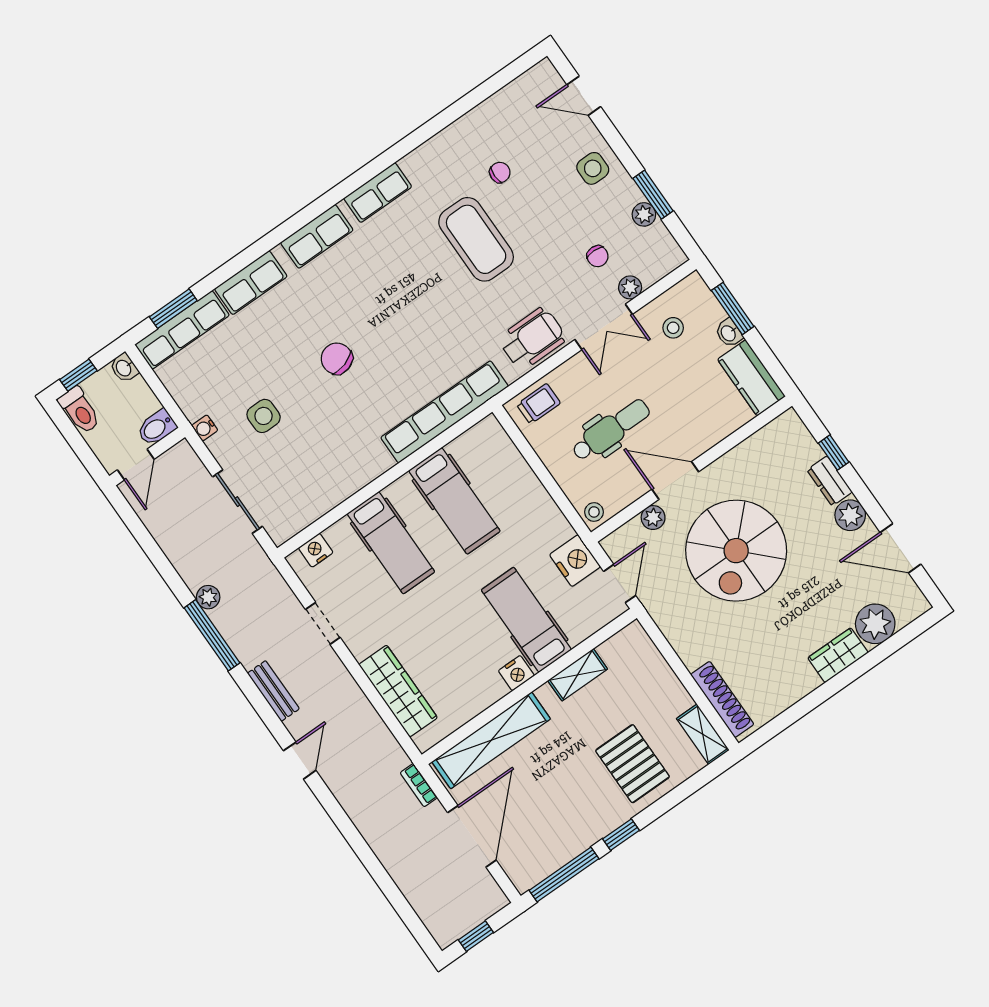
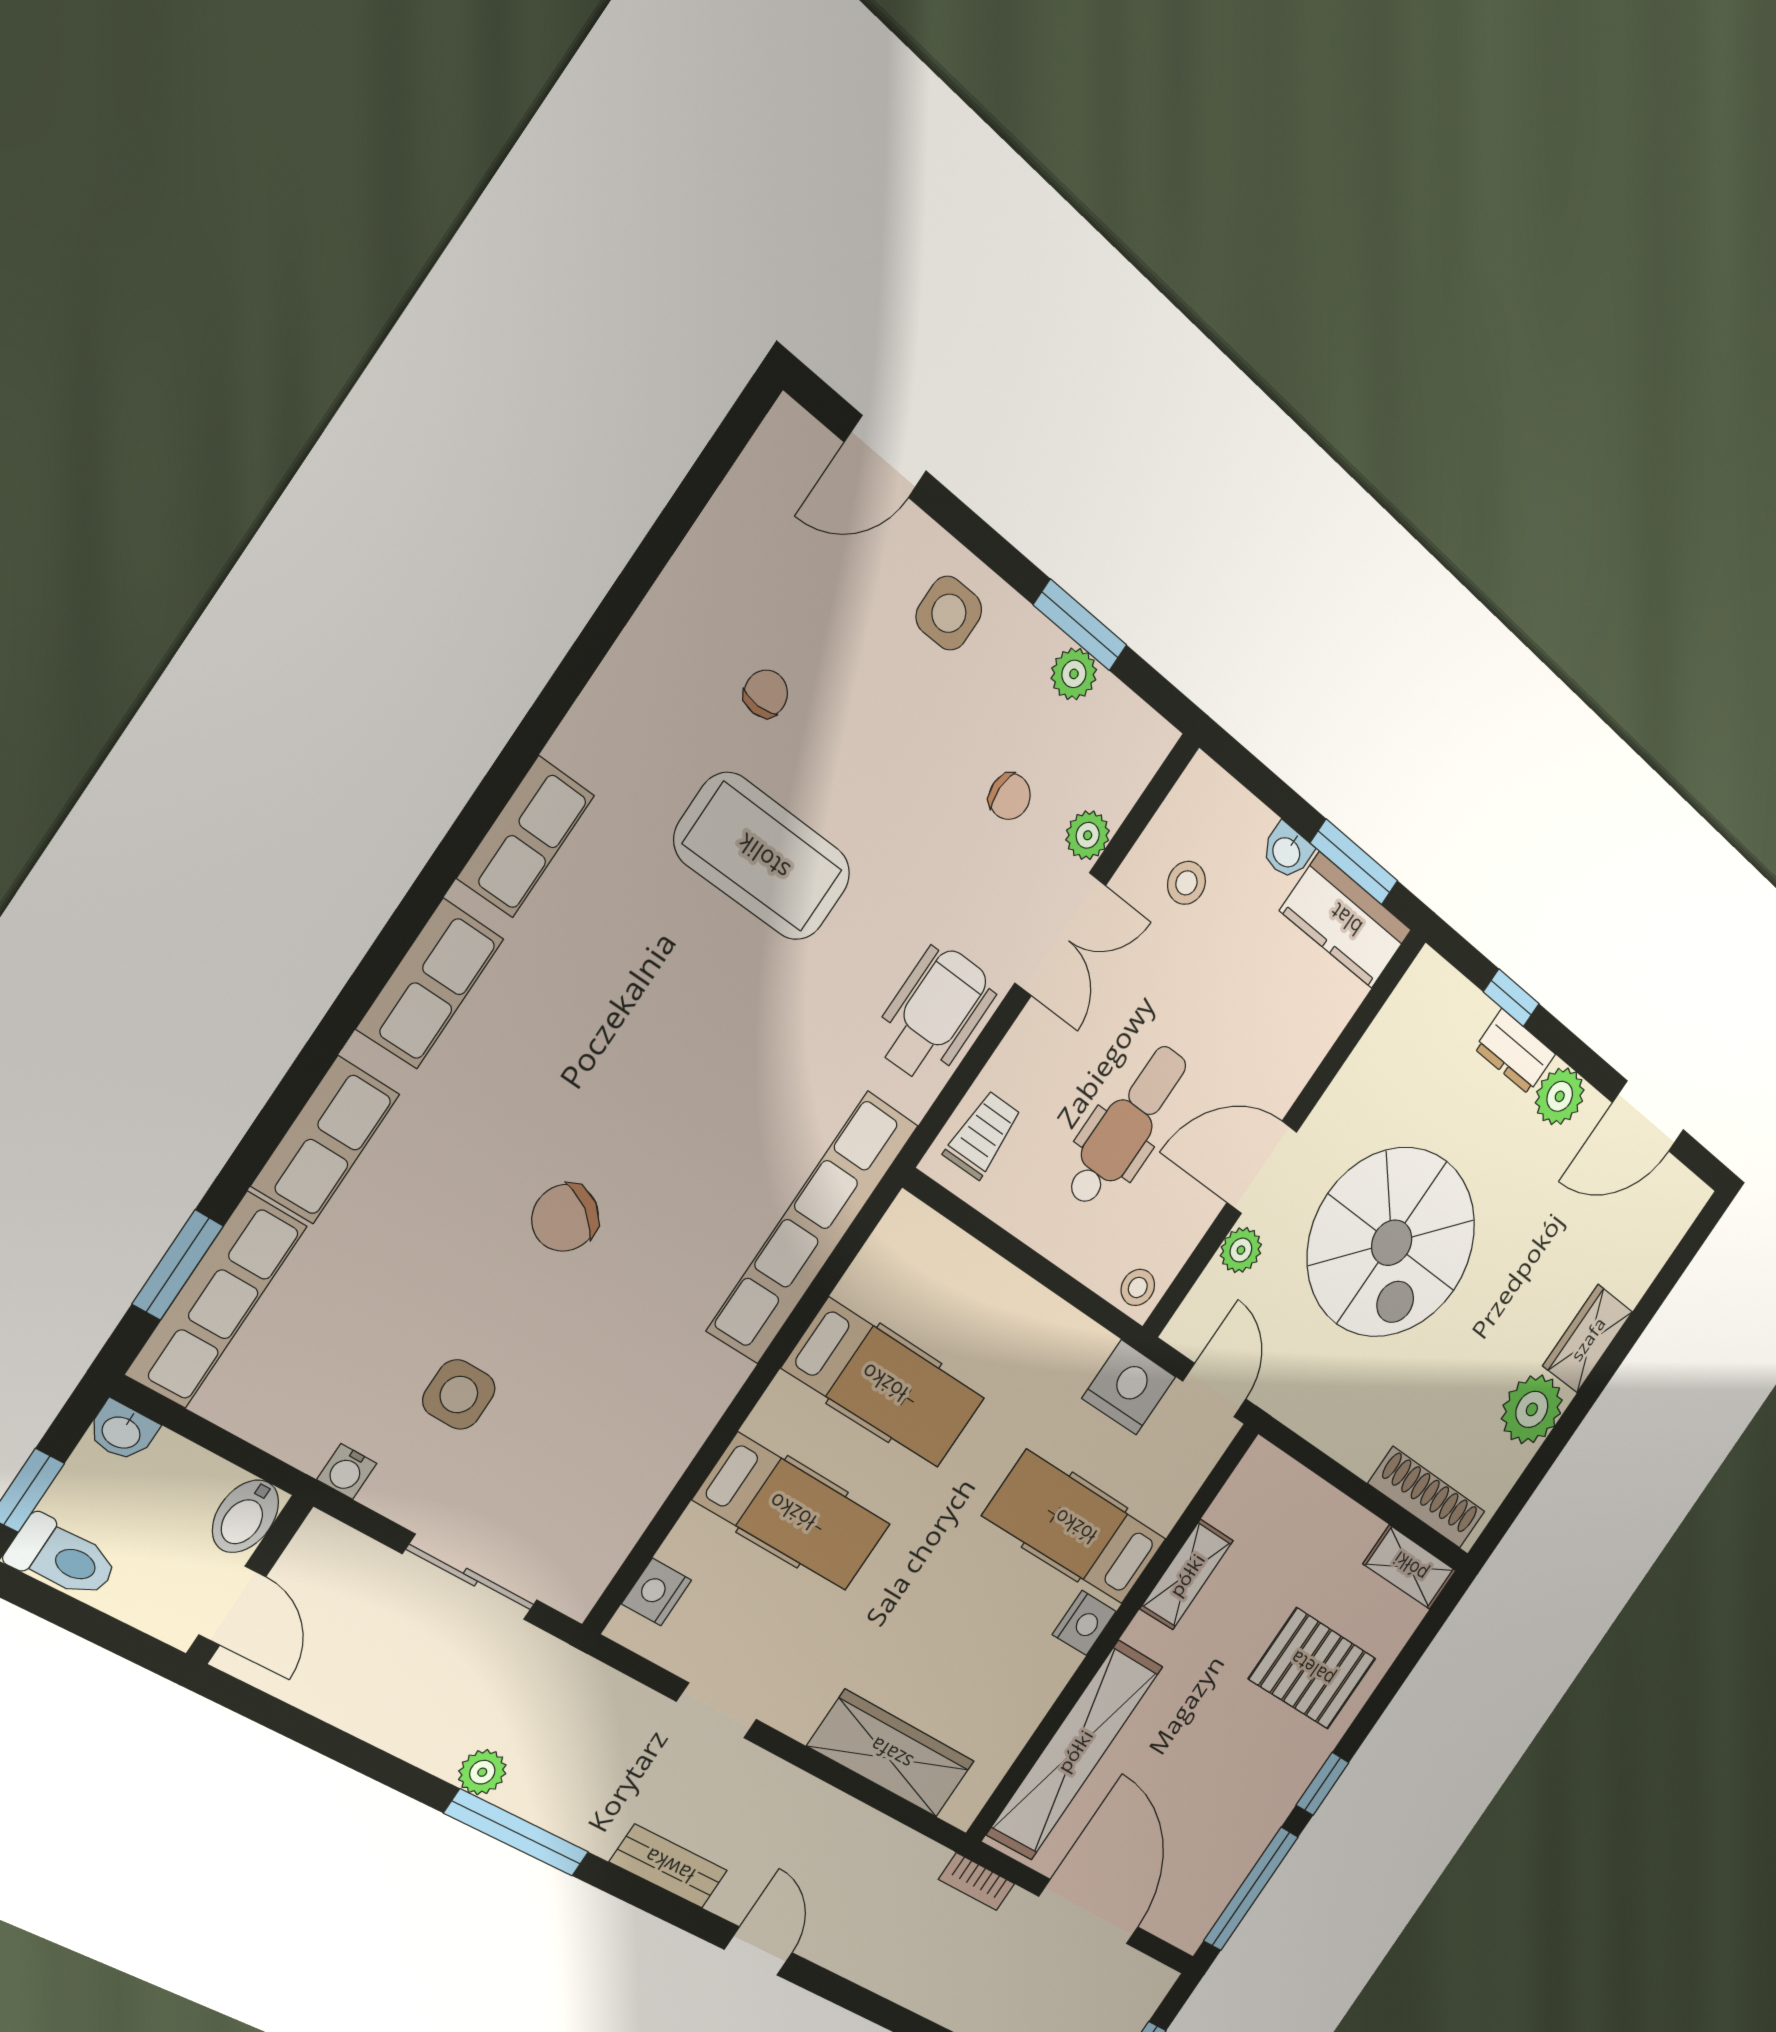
window: (733, 308) -> (1354, 862), moved
chair: (337, 359) -> (565, 1218), turned -41
plant: (875, 624) -> (1532, 1409), moved

